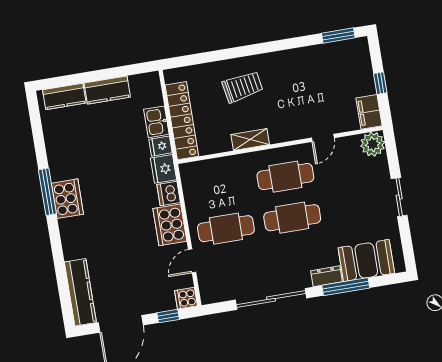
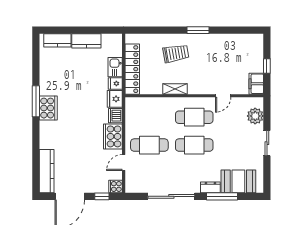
window: (338, 36) -> (198, 30), moved
plant: (373, 144) -> (255, 116), moved

